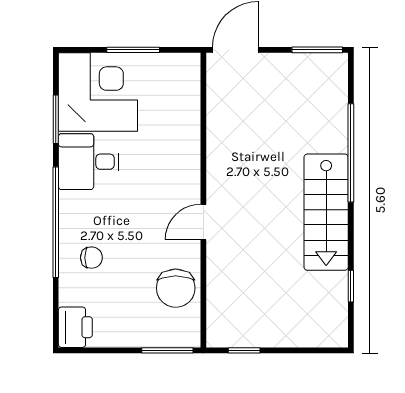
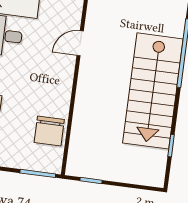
stairs: (326, 212) -> (153, 91), width x1.36, depth x1.51
door: (203, 222) -> (80, 43), moved

